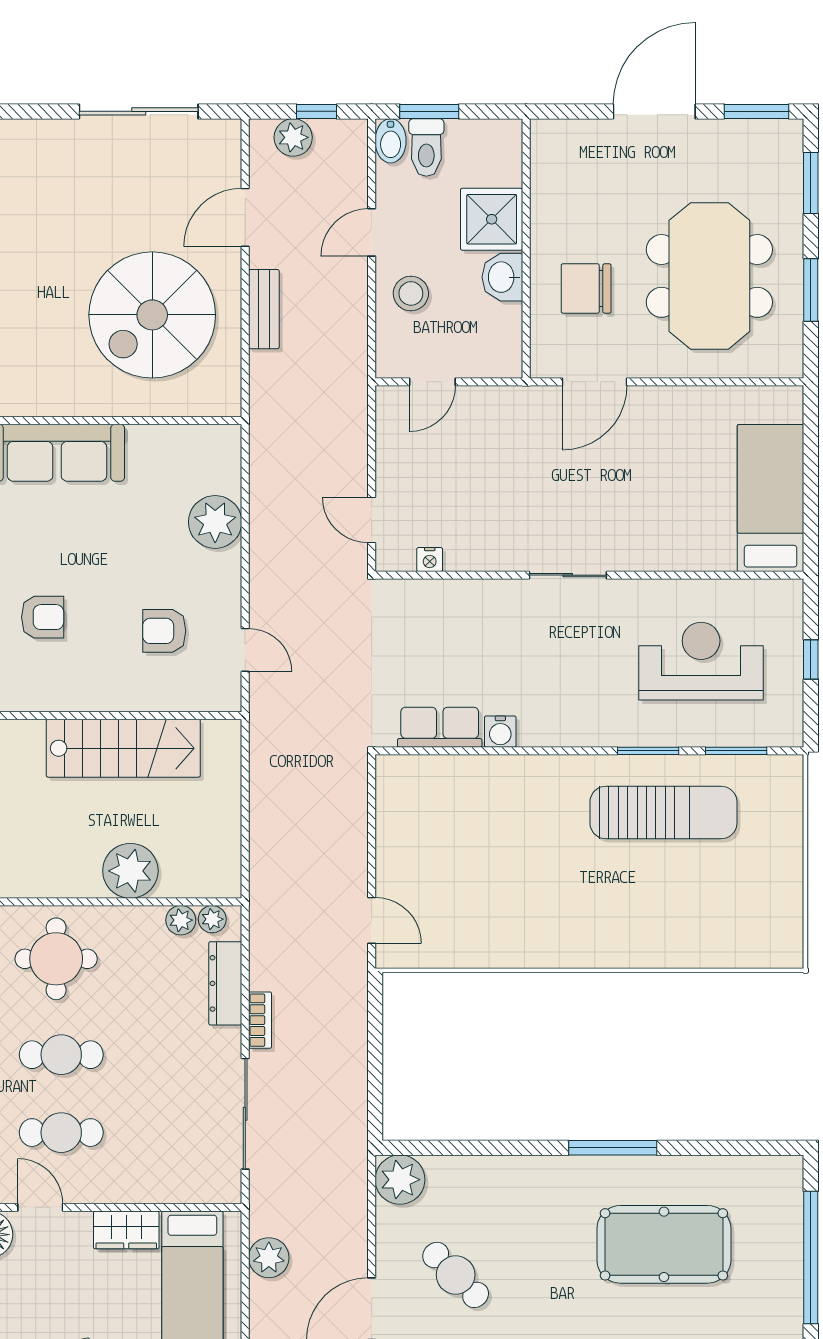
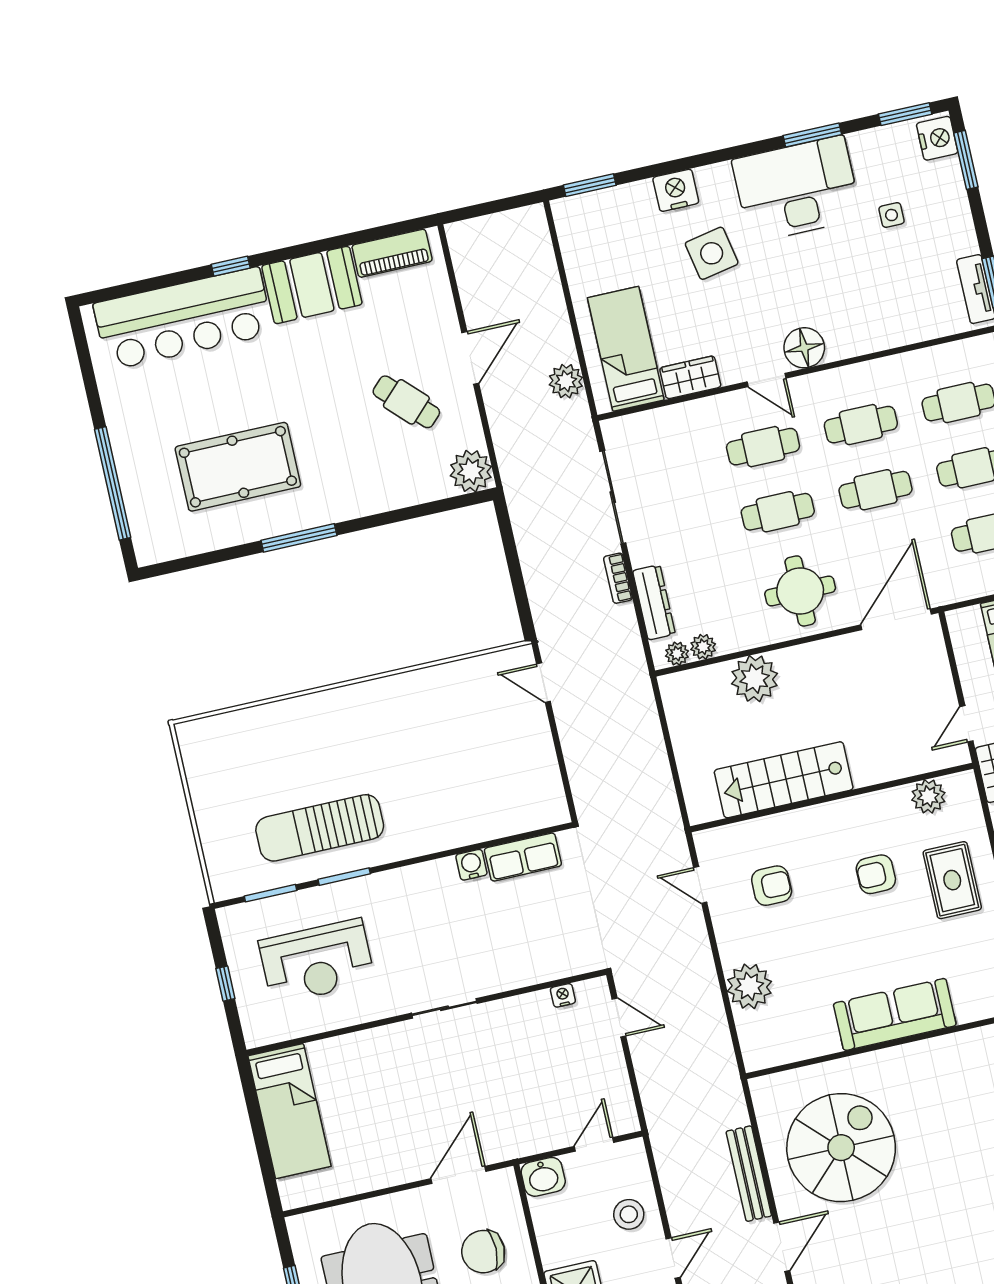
washbasin: (502, 277) -> (543, 1177), moved, turned 90
chair: (586, 288) -> (483, 1252), turned 180
bench: (264, 309) -> (749, 1174), width x1.36

